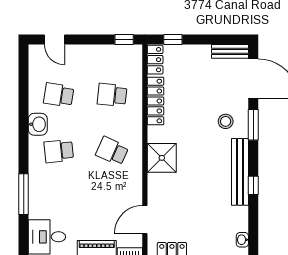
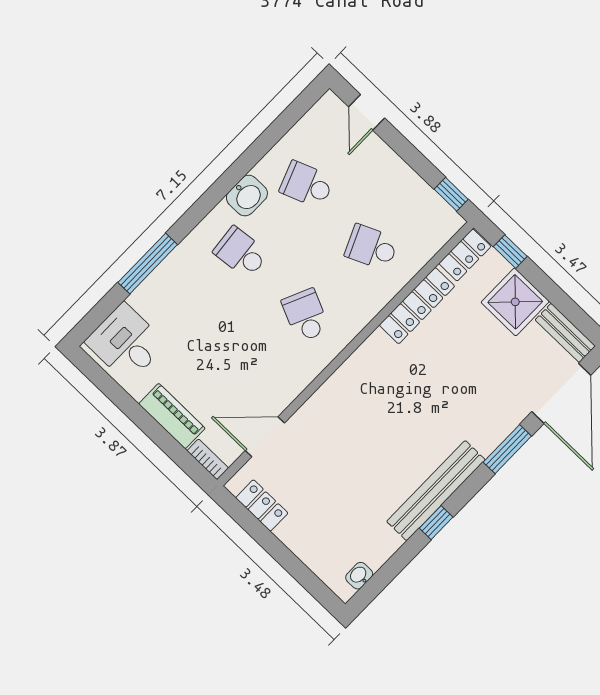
school desk: (59, 95) -> (307, 185), turned -30
school desk: (112, 95) -> (371, 247), turned -30
stool: (226, 121) -> (478, 413), removed
shower: (162, 158) -> (515, 302), moved

